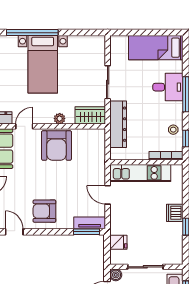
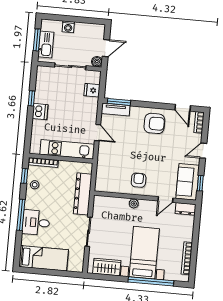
wardrobe: (90, 115) -> (107, 267), moved, turned 180
armchair: (56, 145) -> (139, 180), width x0.53, depth x0.53

